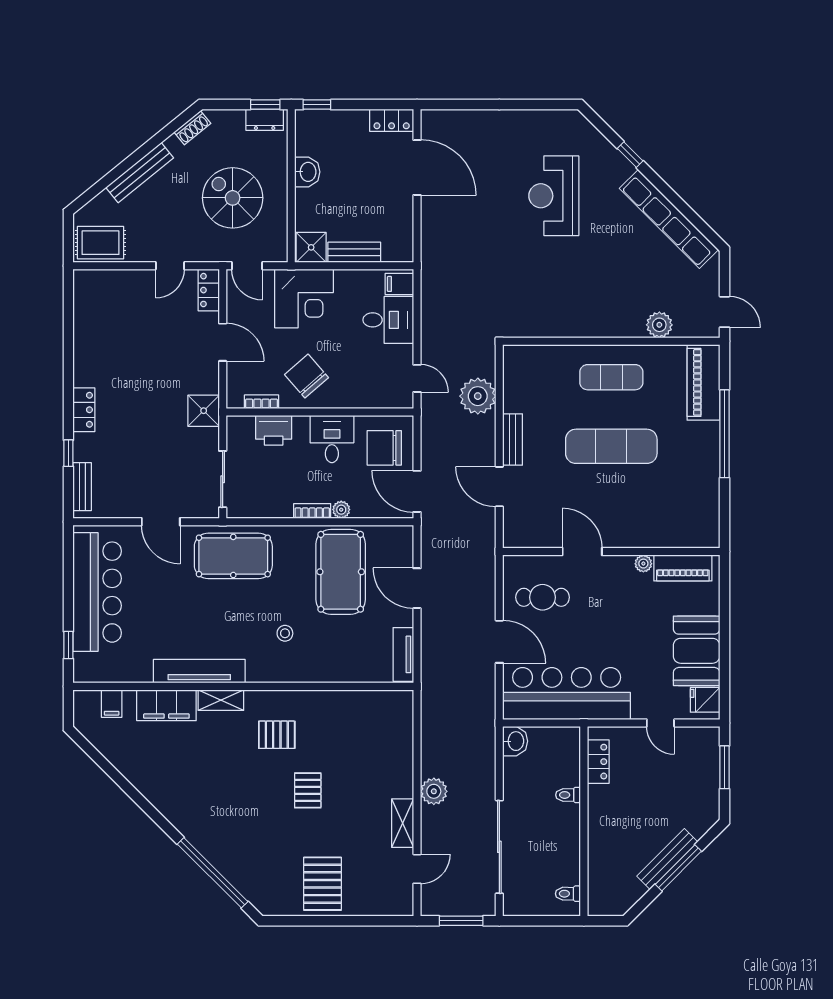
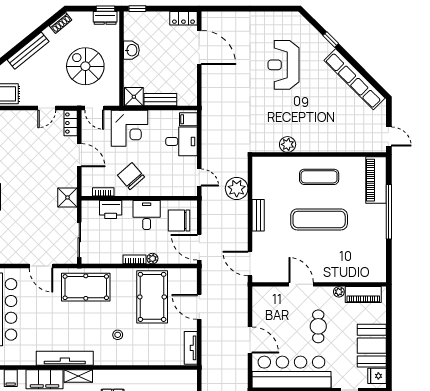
plant: (659, 325) -> (288, 144), moved
door: (499, 487) -> (250, 264), moved
cafe table: (543, 597) -> (318, 326), moved, turned 90

